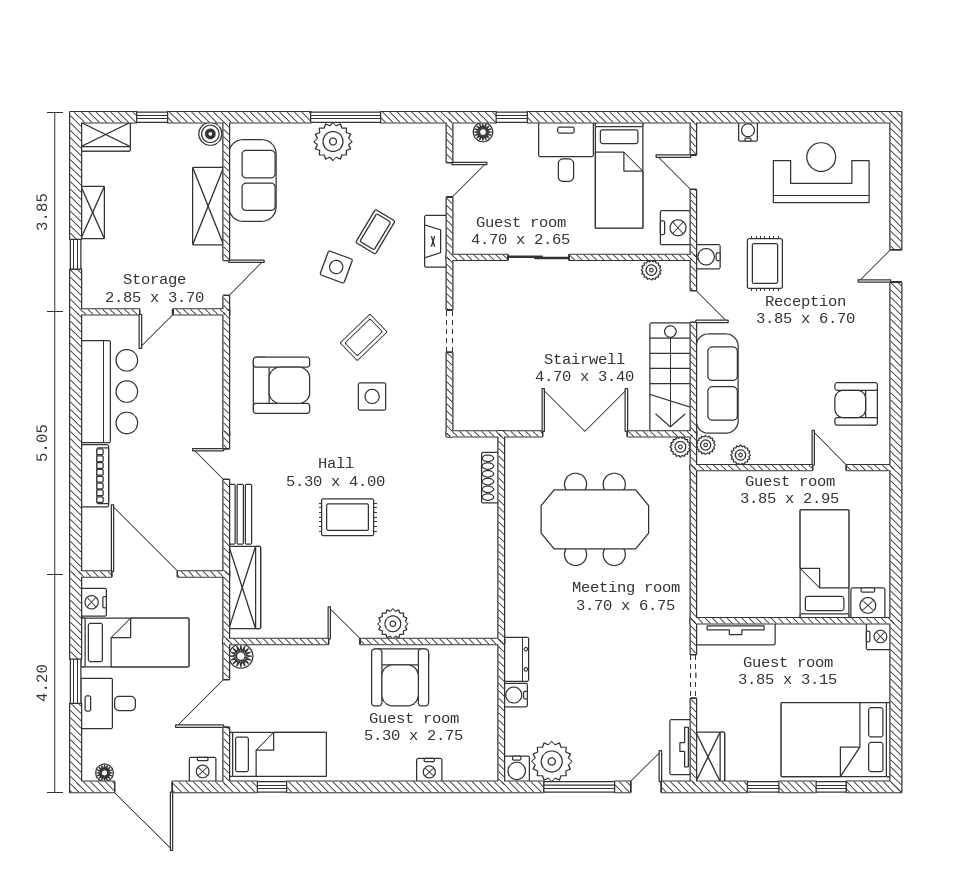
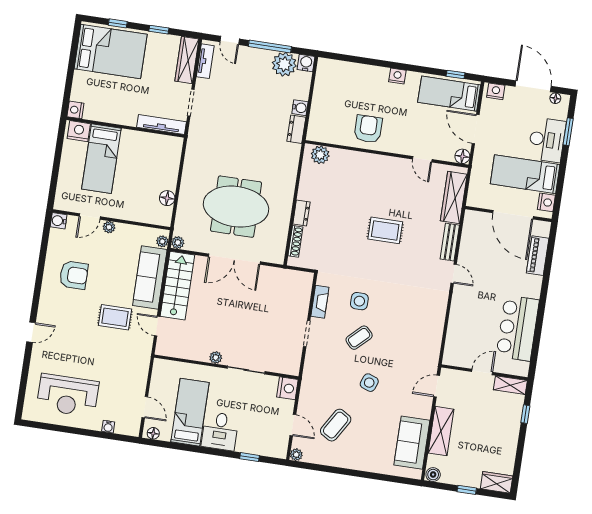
window: (346, 117) -> (350, 472), removed
floor lamp: (483, 132) -> (153, 433), moved
plant: (333, 142) -> (296, 455), moved, width x0.53, depth x0.53
door: (449, 180) -> (293, 425), swing flipped
shelving: (93, 212) -> (510, 385), moved, turned 90
nightstand: (676, 228) -> (287, 388), moved, turned 180
coffee table: (375, 232) -> (336, 425), moved, width x1.36, depth x1.30
fireplace: (436, 241) -> (320, 302), moved
water cooler: (708, 257) -> (59, 221), moved, turned 180
rug: (765, 264) -> (115, 317), moved, turned 90
plant: (651, 270) -> (216, 358), moved
armchair: (282, 385) -> (413, 316), removed
armchair: (856, 404) -> (74, 275), moved
plant: (741, 455) -> (109, 227), moved
door: (829, 468) -> (90, 216), hinge flipped
piano: (95, 476) -> (538, 256), moved
floor lamp: (708, 516) -> (167, 198), added
dresser: (487, 525) -> (301, 213), added
plant: (393, 624) -> (320, 155), moved
door: (344, 642) -> (422, 159), moved
armchair: (400, 677) -> (368, 129), width x0.73, depth x0.73
window: (76, 681) -> (568, 132), moved
desk: (108, 703) -> (547, 140), width x1.37
door: (226, 703) -> (476, 129), swing flipped
wardrobe: (710, 757) -> (187, 60), width x1.50
nightstand: (429, 770) -> (397, 76), moved
door: (646, 787) -> (230, 40), hinge flipped

